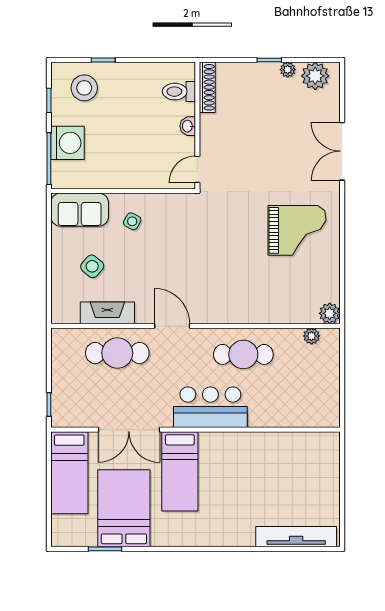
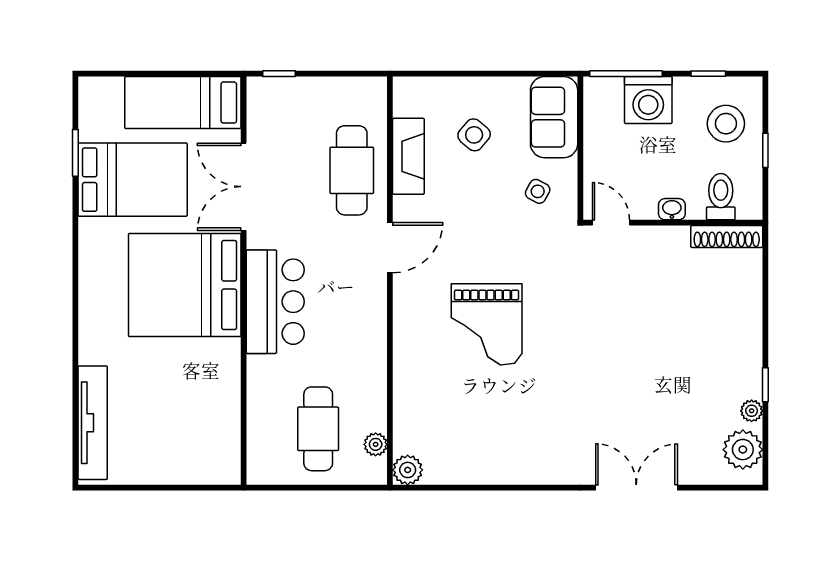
shoe rack: (207, 87) -> (727, 236), moved
toilet: (179, 92) -> (721, 197), moved
wall: (197, 125) -> (673, 223), moved
washbasin: (188, 126) -> (672, 209), moved
door: (197, 169) -> (611, 223), moved
grand piano: (297, 230) -> (487, 324), moved
cafe table: (243, 354) -> (318, 429), moved
bed: (180, 471) -> (185, 285), width x2.04

